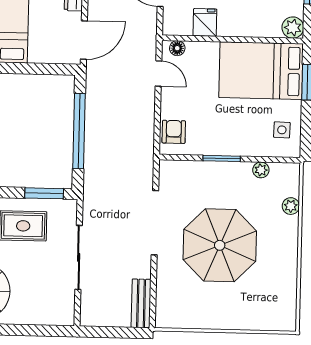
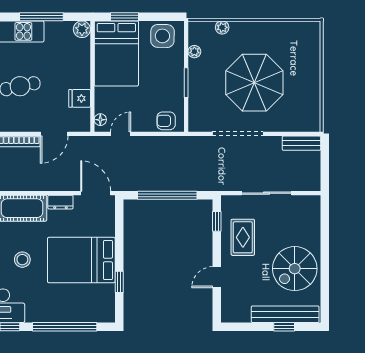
side table: (282, 130) -> (162, 36), width x1.87, depth x1.87
window: (44, 193) -> (217, 221), width x0.67

